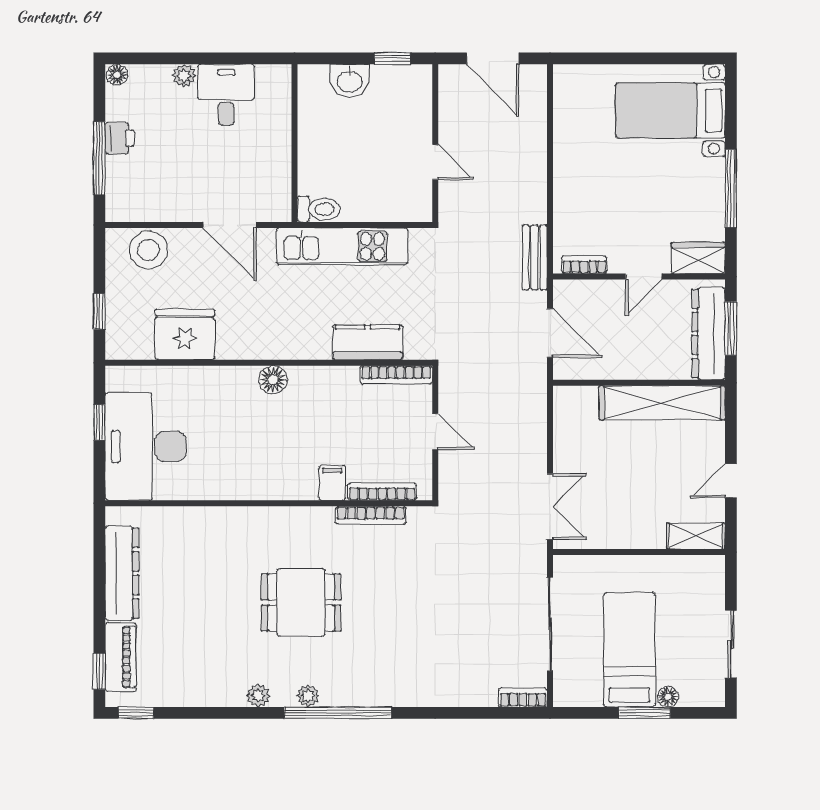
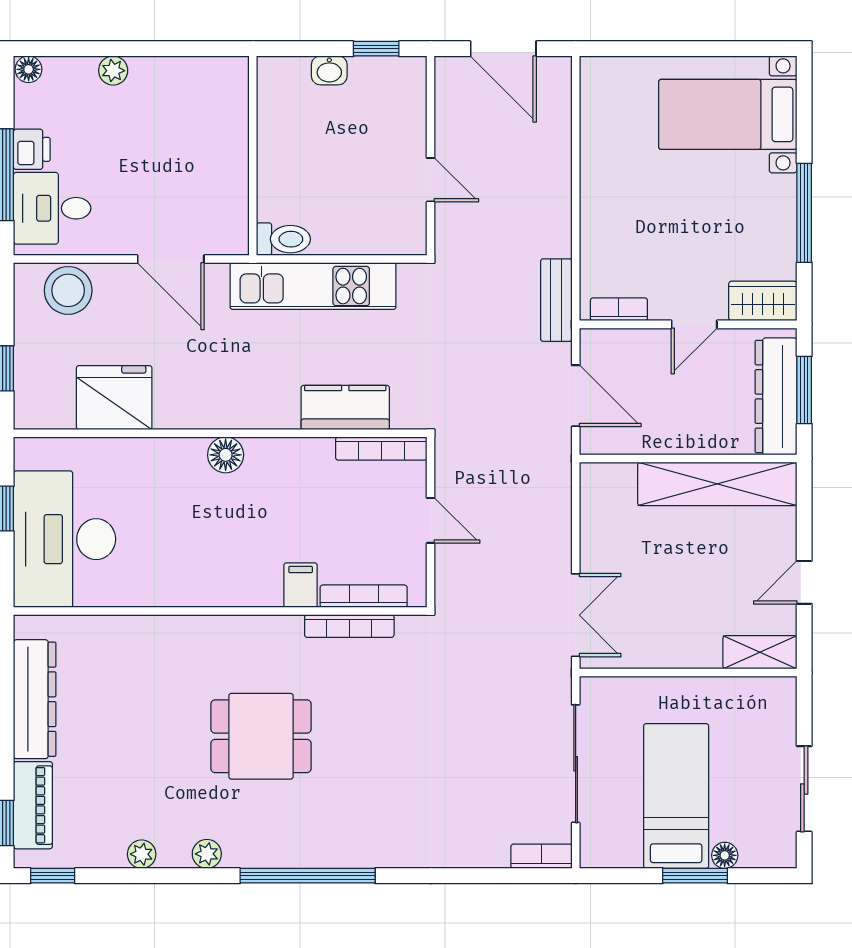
washbasin: (350, 81) -> (329, 70), width x0.72, depth x0.69
desk: (226, 95) -> (52, 208), moved, turned -90
plant: (308, 696) -> (142, 854), moved

